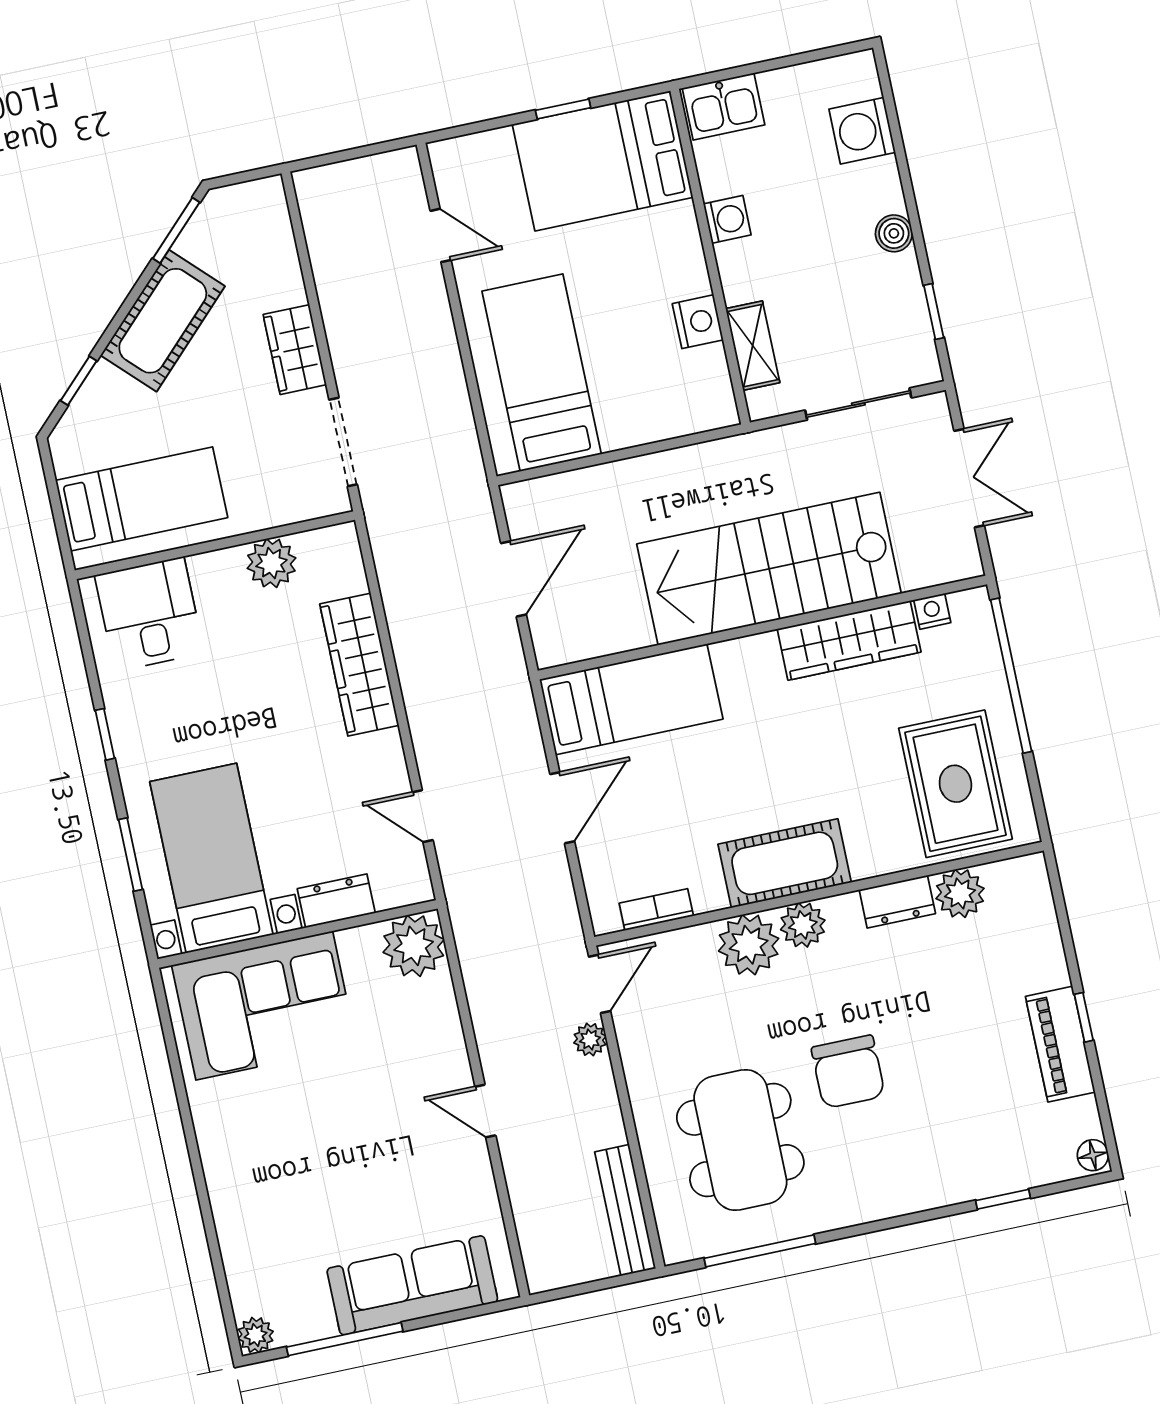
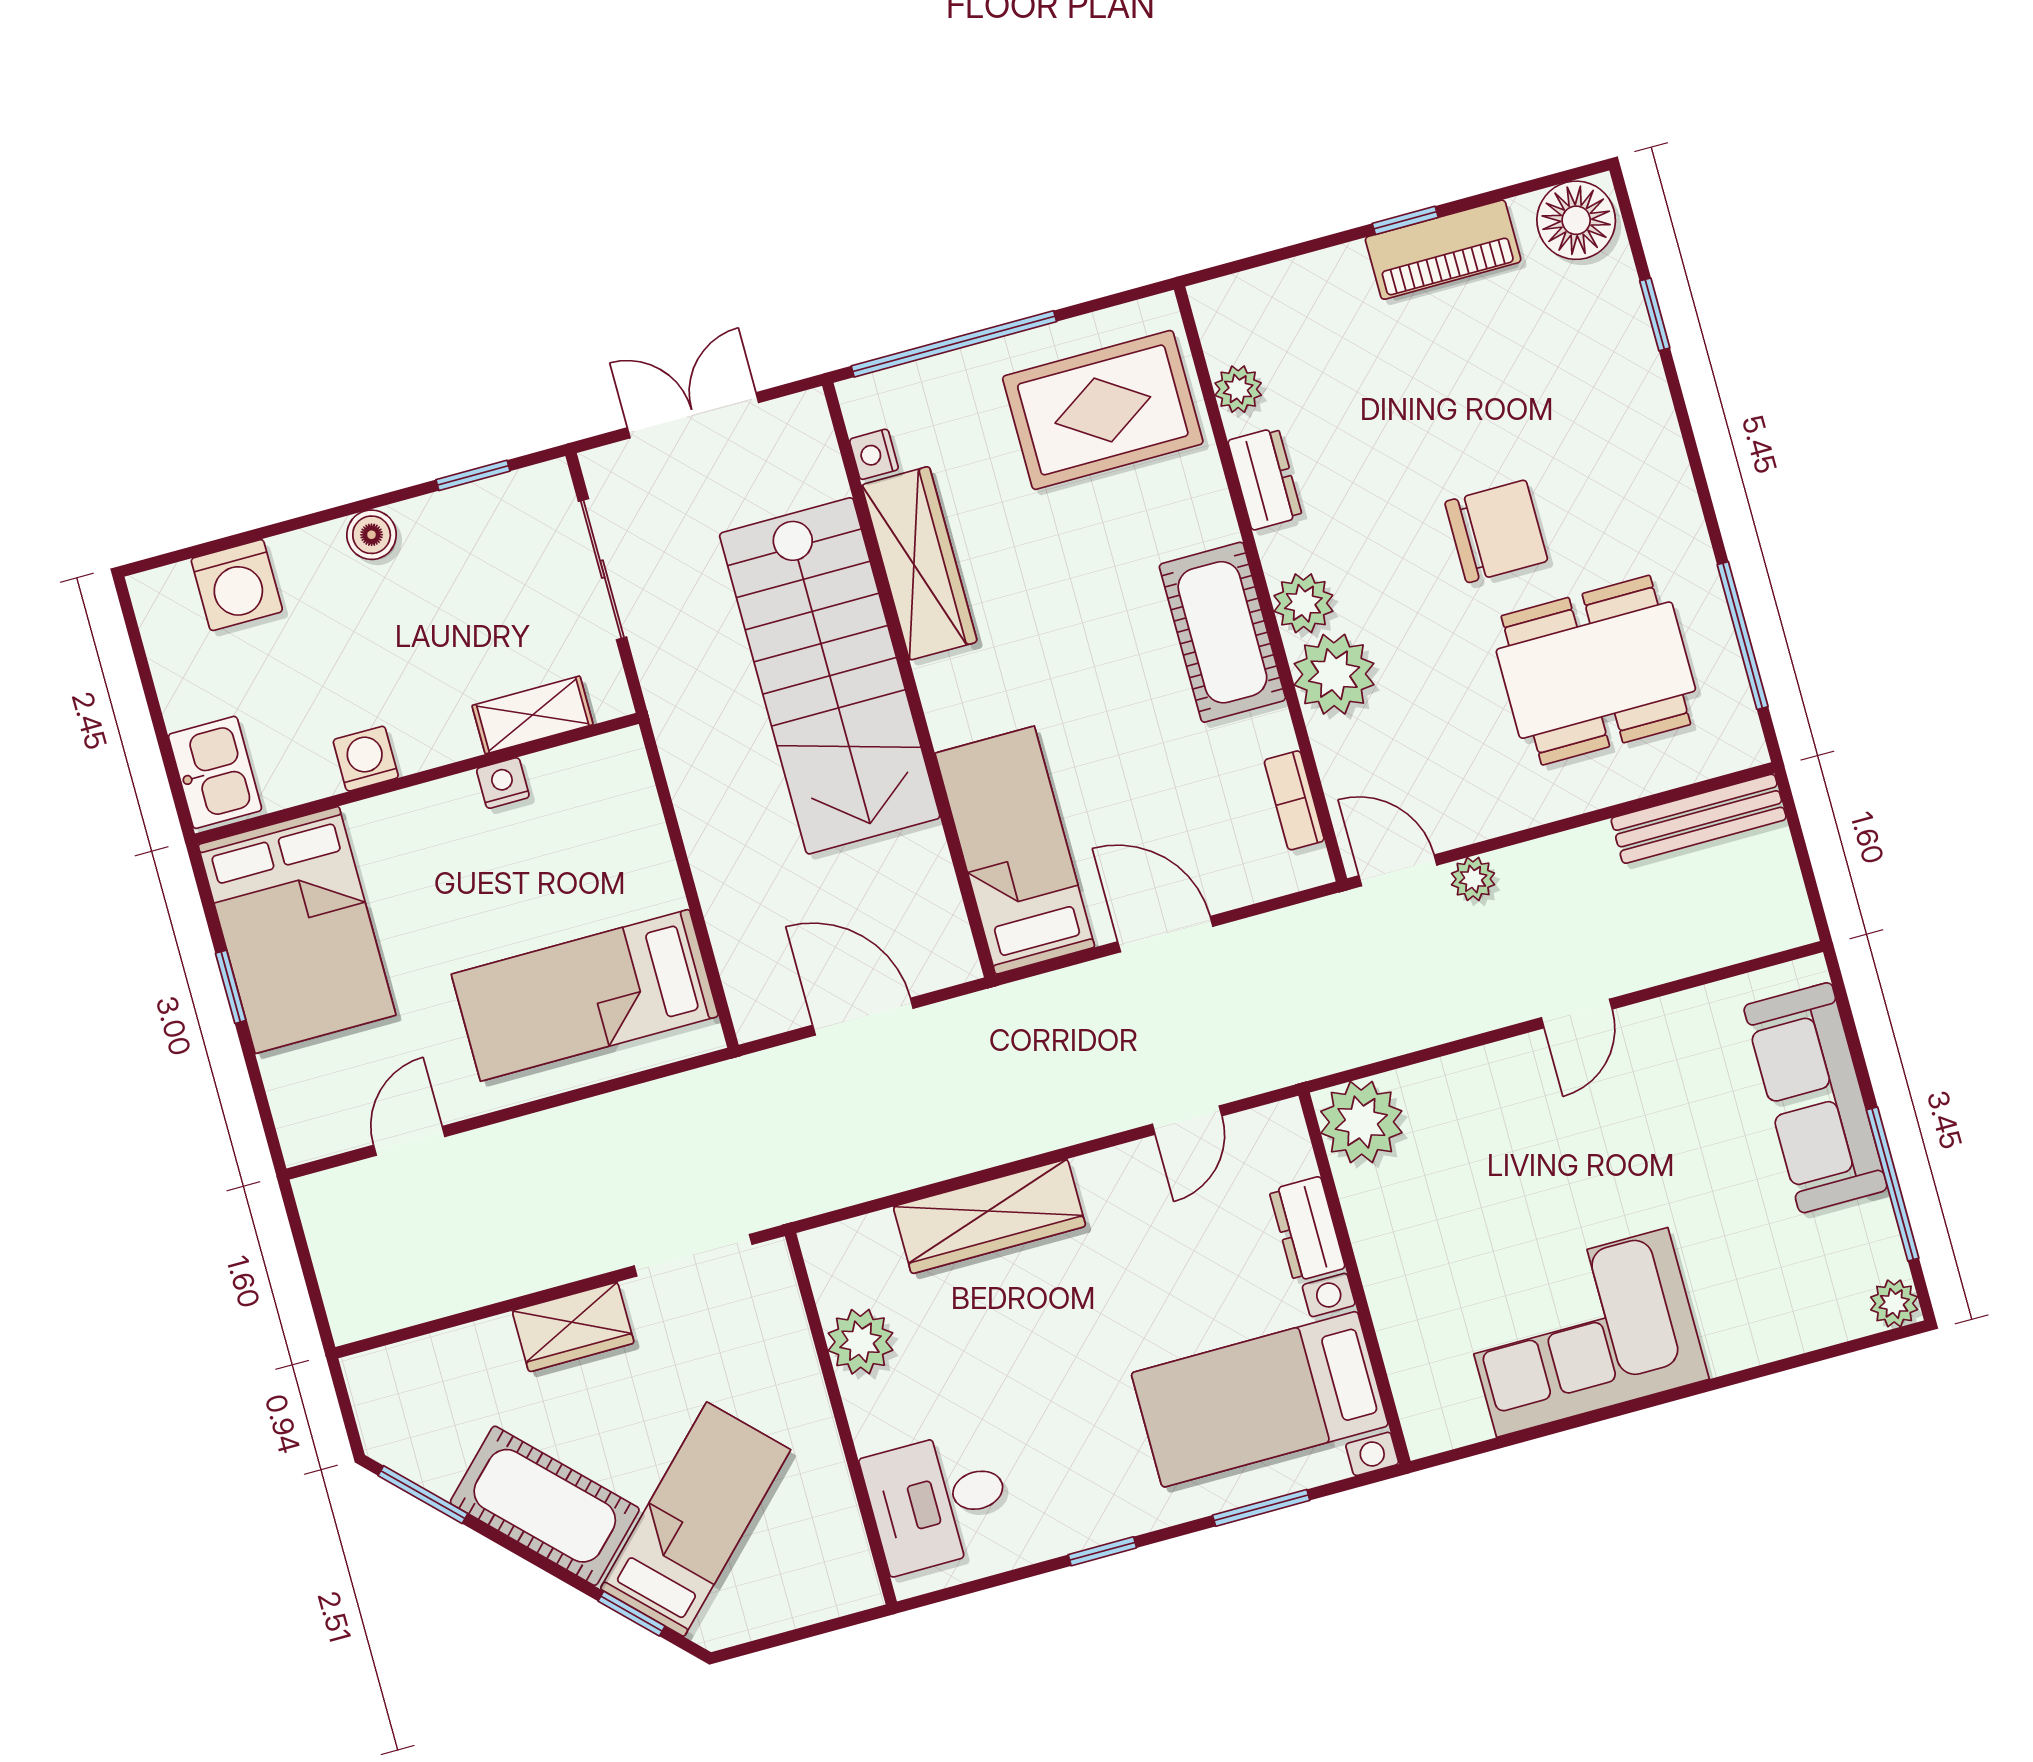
nightstand: (698, 322) -> (503, 783), width x0.72, depth x0.74
bed: (142, 499) -> (695, 1519), moved, turned 45
plant: (960, 893) -> (1238, 389), width x0.73, depth x0.73
corner sofa: (264, 1006) -> (1582, 1332), moved, turned -90
floor lamp: (1093, 1155) -> (1576, 220), width x1.89, depth x1.89

